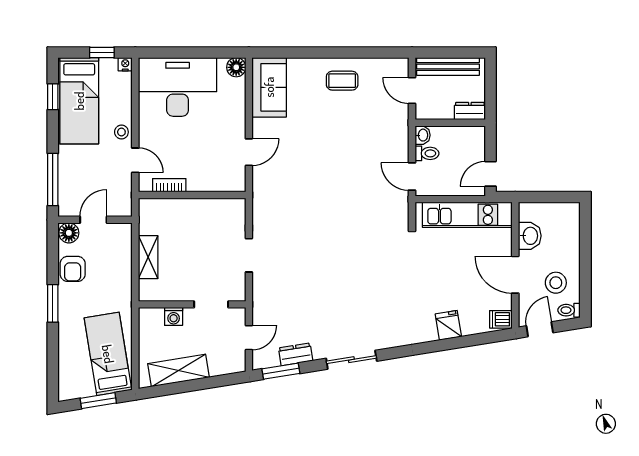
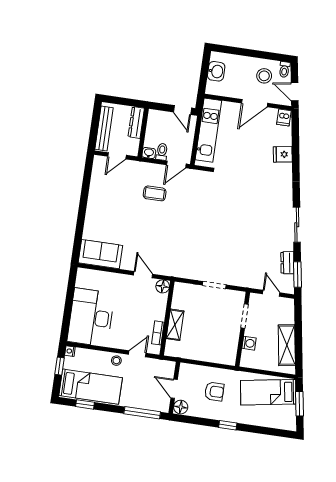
floor lamp: (236, 67) -> (163, 286), moved
coffee table: (342, 81) -> (155, 193), moved, turned 90
dresser: (470, 111) -> (136, 123), width x1.44
washbasin: (530, 236) -> (216, 71), moved, turned 90
shelving: (148, 257) -> (175, 325), moved, turned 90
armchair: (73, 269) -> (214, 392), moved
window: (53, 303) -> (228, 425), width x0.67

